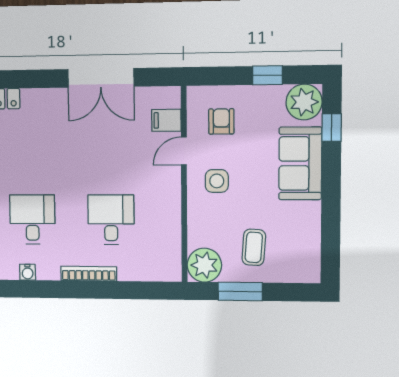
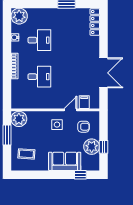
double door: (101, 78) -> (104, 73), swing flipped
plant: (304, 102) -> (92, 147), moved
door: (184, 151) -> (70, 110), hinge flipped
coffee table: (254, 247) -> (26, 154), moved

